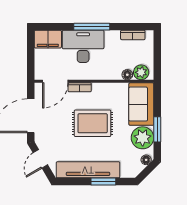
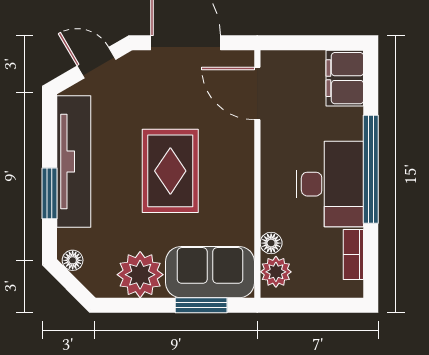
window: (92, 27) -> (371, 169), width x1.46
desk: (83, 46) -> (330, 184), moved
bookcase: (80, 87) -> (245, 144), removed
window: (157, 129) -> (201, 305), moved
floor lamp: (146, 160) -> (73, 260), moved

